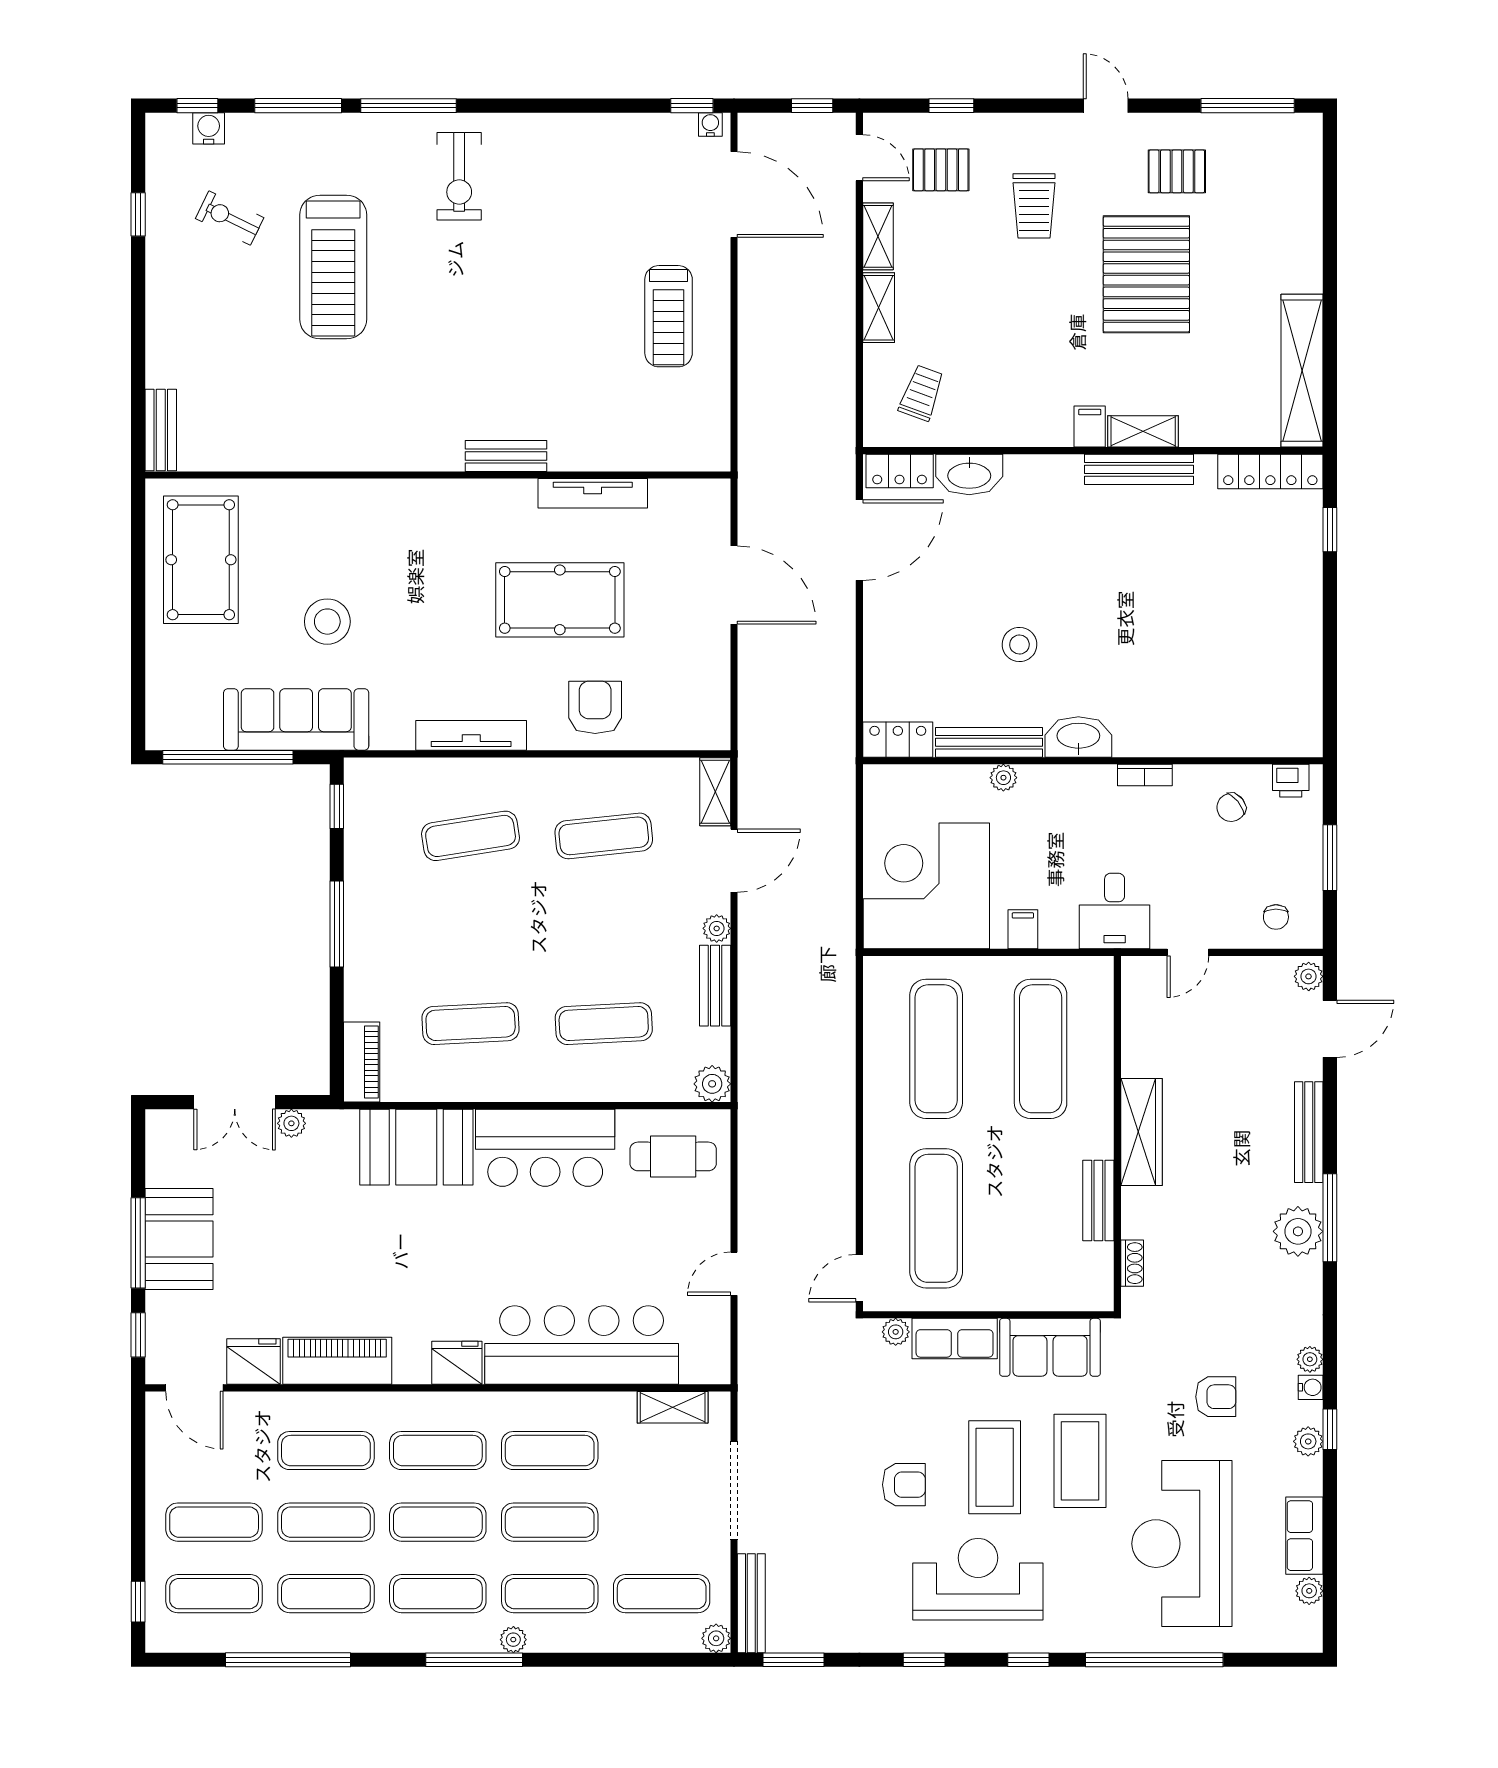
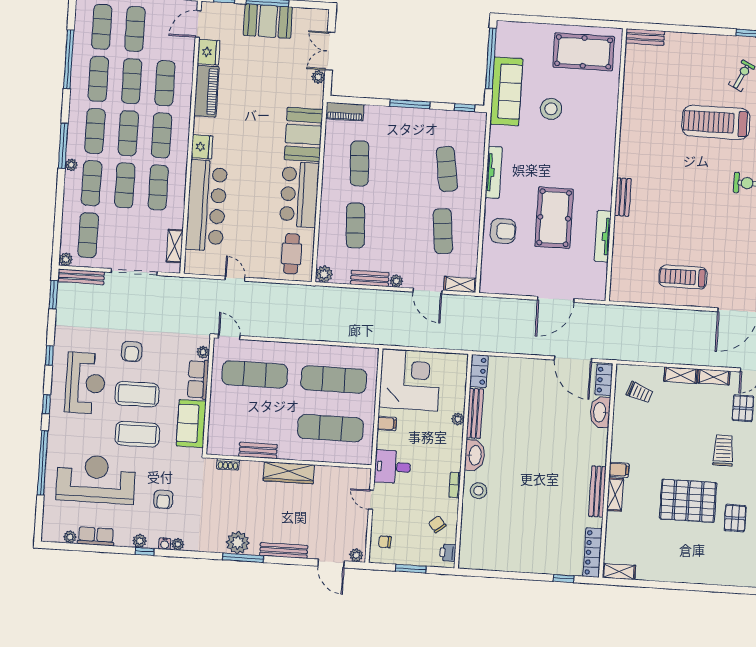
trolley: (1034, 206) -> (723, 450), turned 90
shelving: (1302, 371) -> (619, 572), width x0.45, depth x0.75
stool: (1019, 644) -> (478, 491), moved

